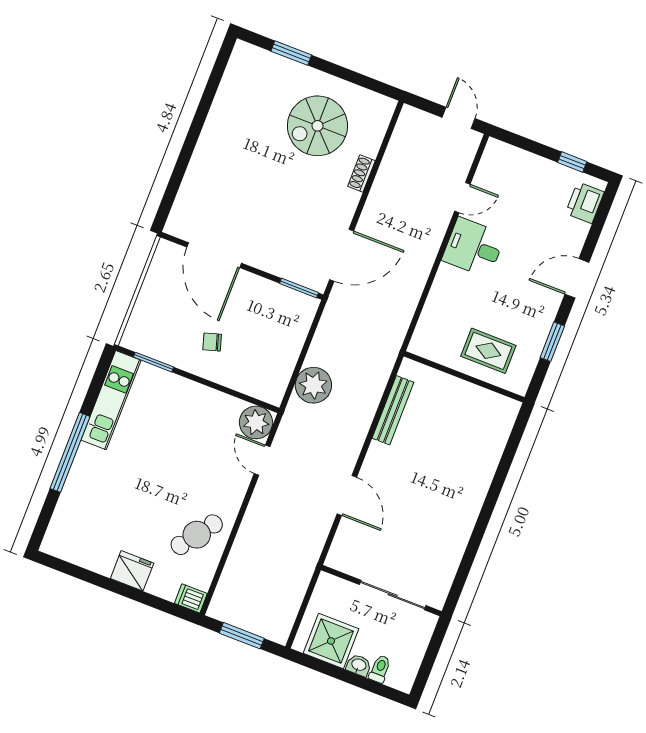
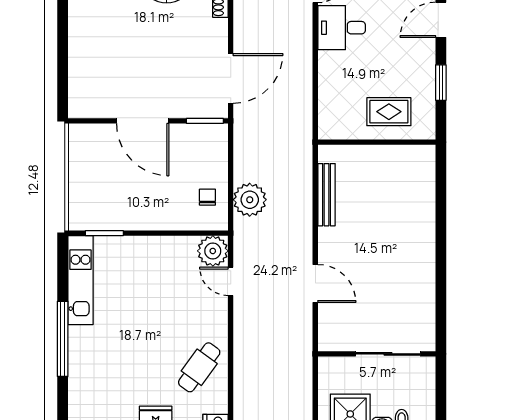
door: (214, 255) -> (143, 121), moved
chair: (212, 342) -> (207, 197), moved, turned 107

